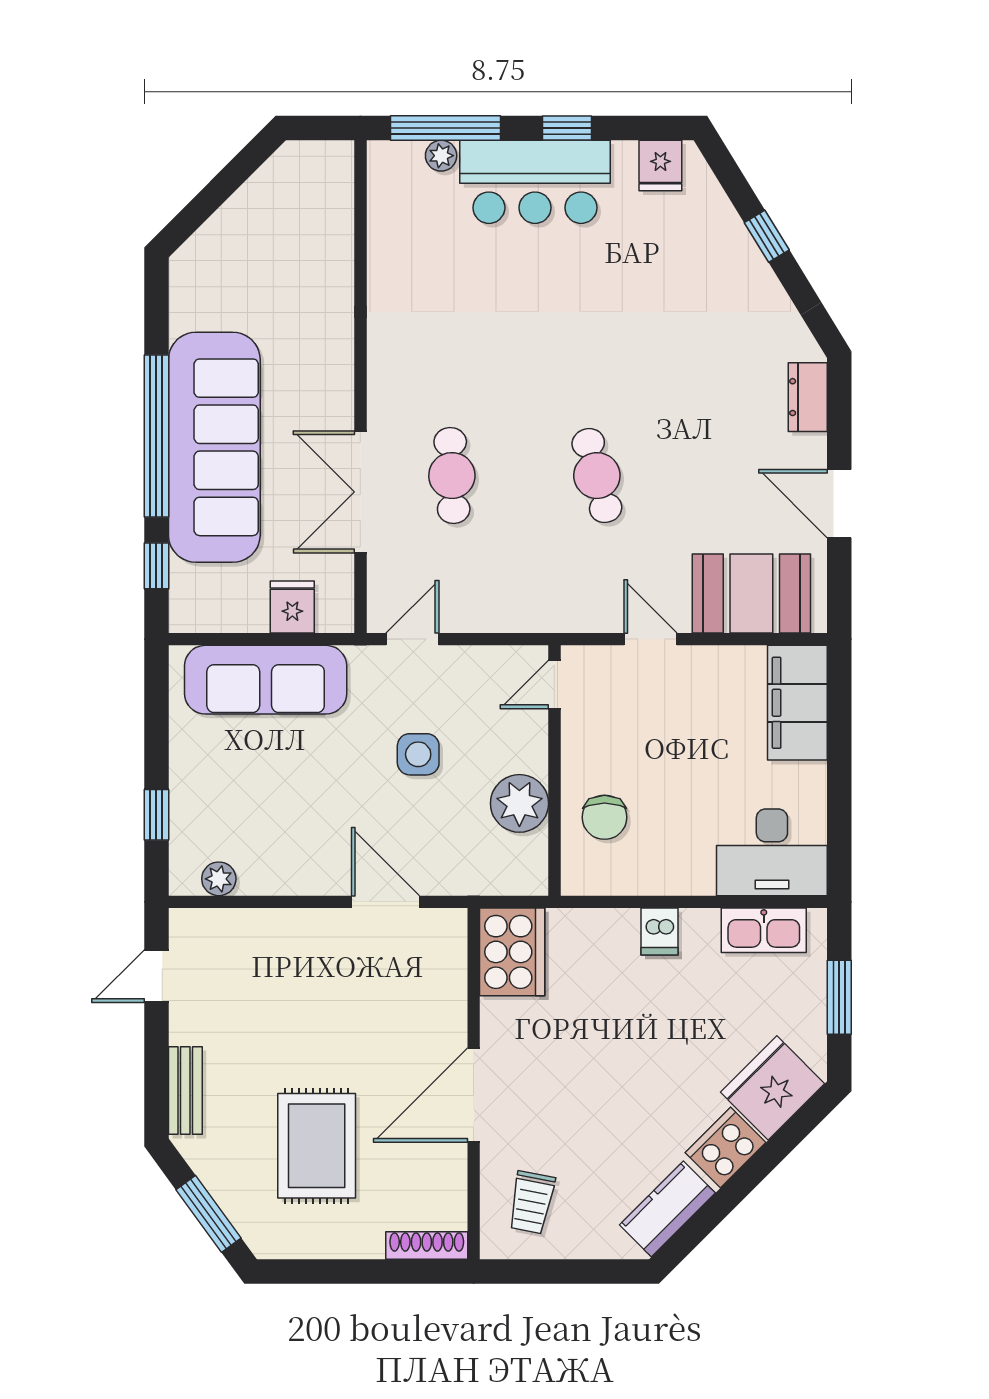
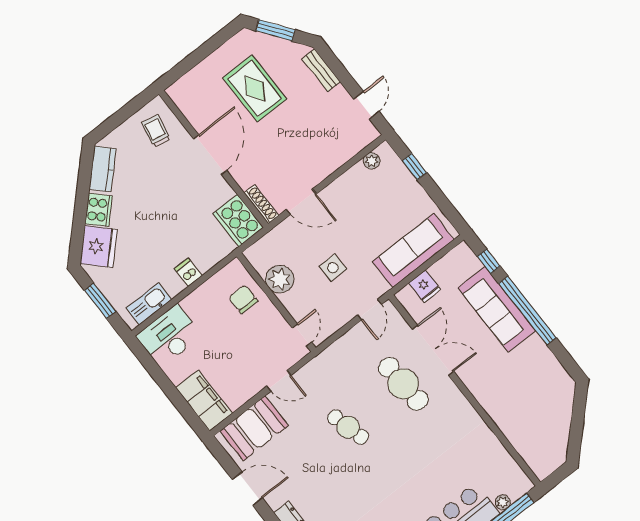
sofa: (214, 447) -> (497, 309), width x0.74, depth x0.79
cafe table: (452, 476) -> (403, 384), width x1.37, depth x1.35
shoe rack: (427, 1246) -> (261, 204), moved, turned -90

